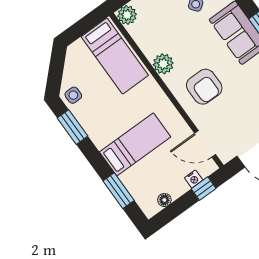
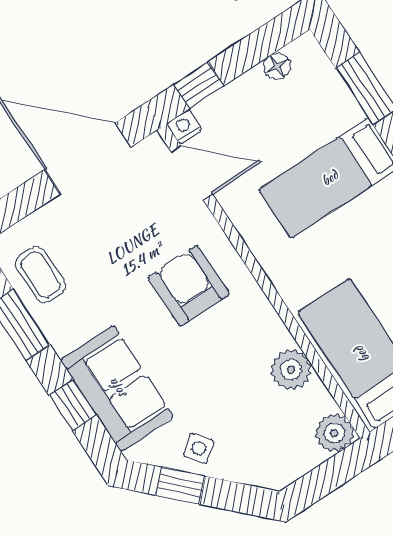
plant: (163, 64) -> (291, 370), moved
nightstand: (194, 179) -> (184, 127), moved

